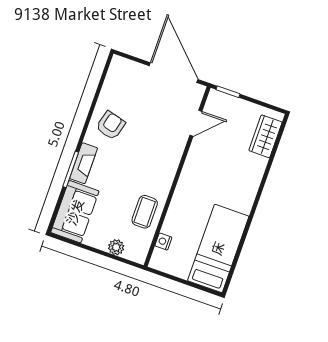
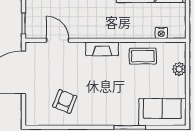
armchair: (111, 125) -> (65, 101), moved, turned 97
fireplace: (84, 163) -> (102, 49), moved, turned 180

